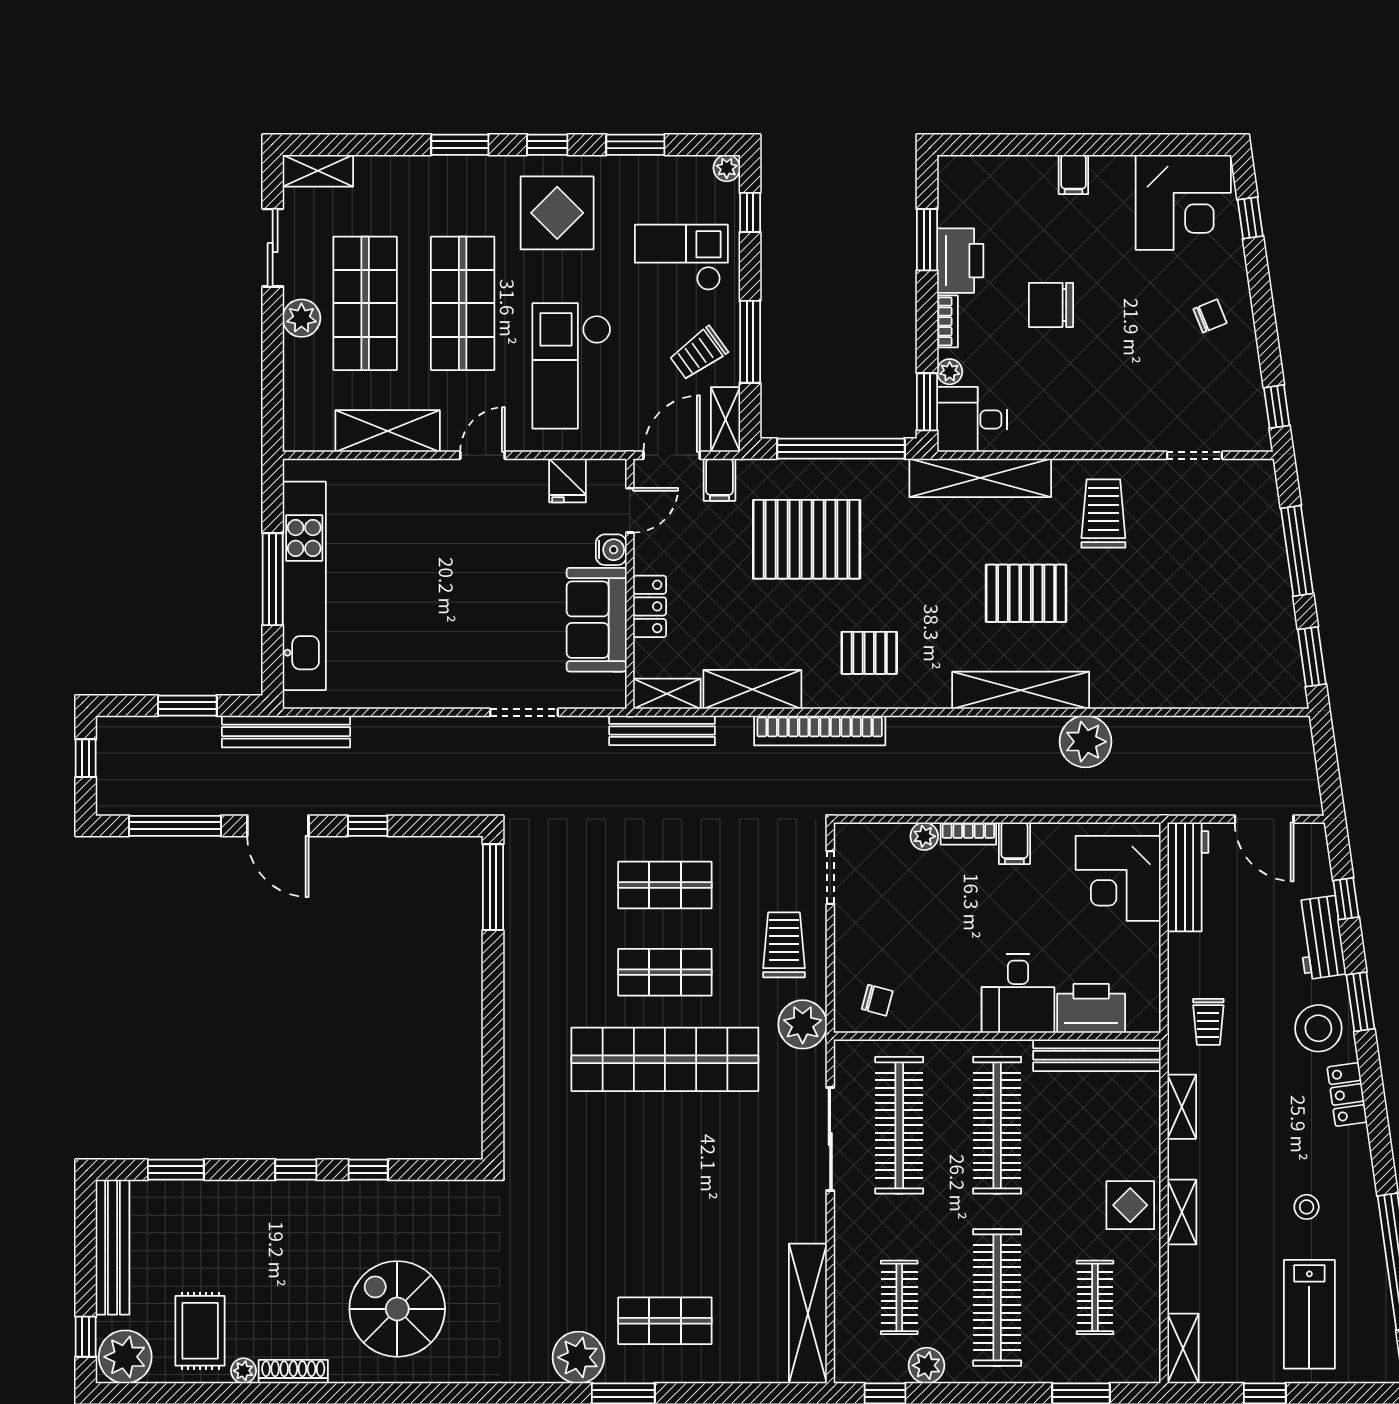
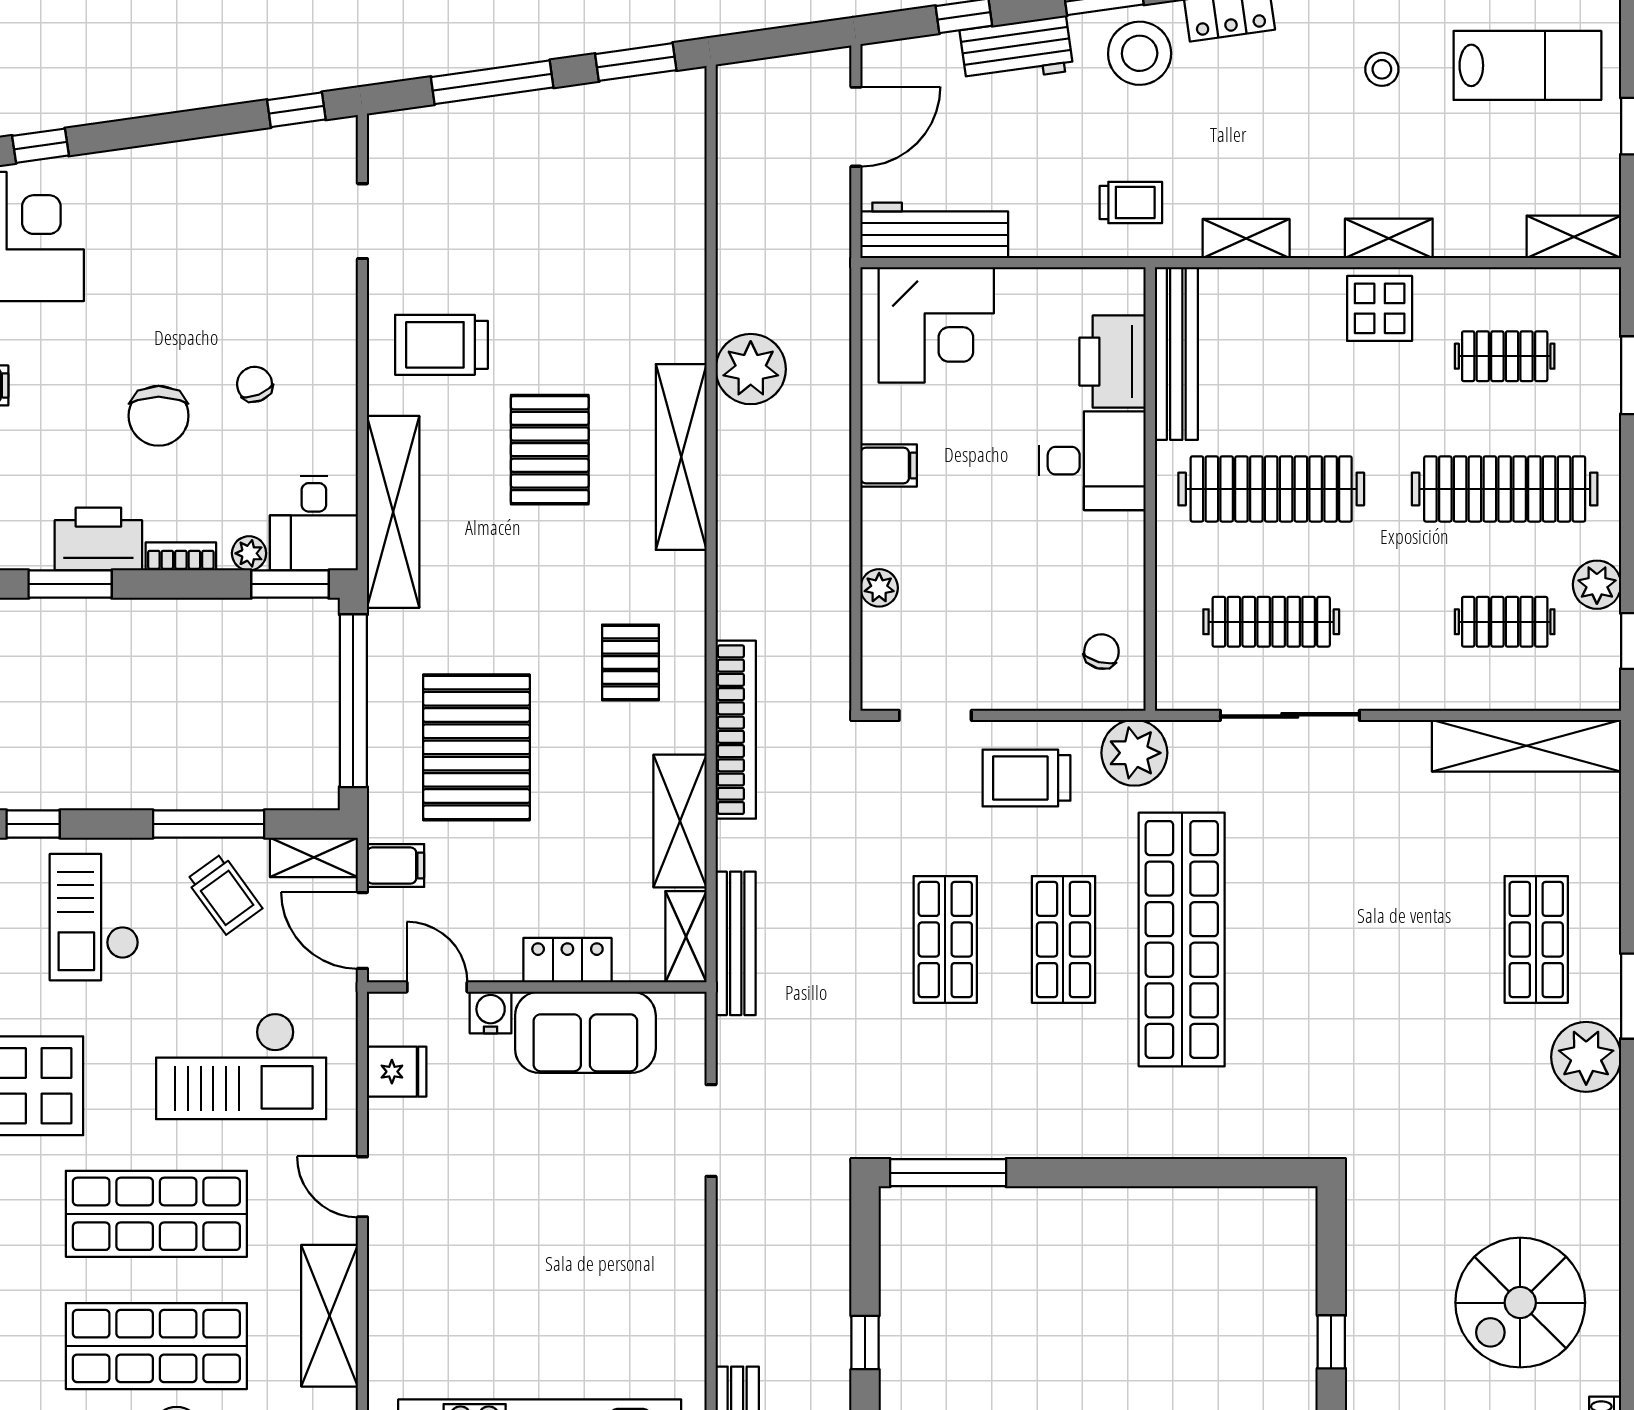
chair: (1210, 316) -> (255, 384), moved
bookcase: (968, 834) -> (875, 528), removed
clothes rail: (899, 1125) -> (1271, 622), width x0.73, depth x0.76

